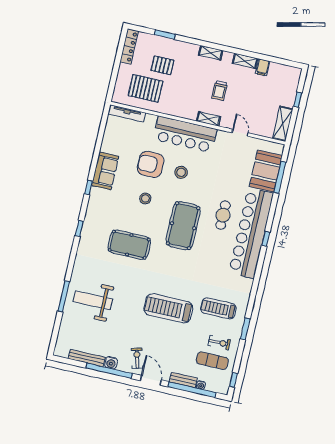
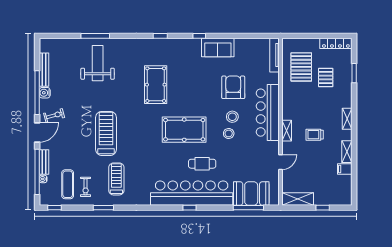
stool: (145, 198) -> (229, 133), moved

